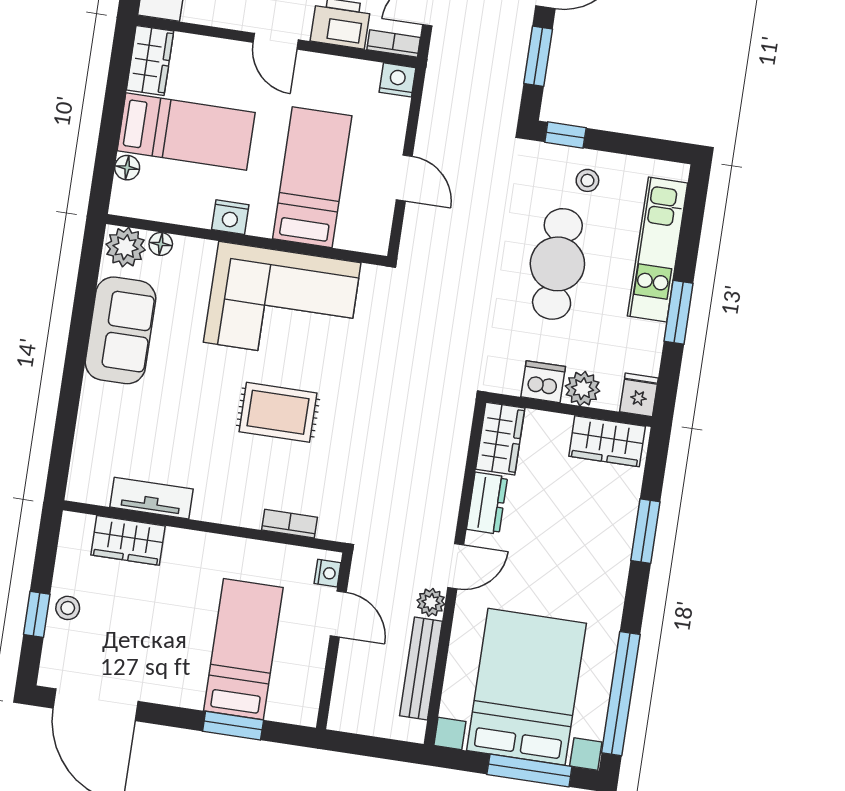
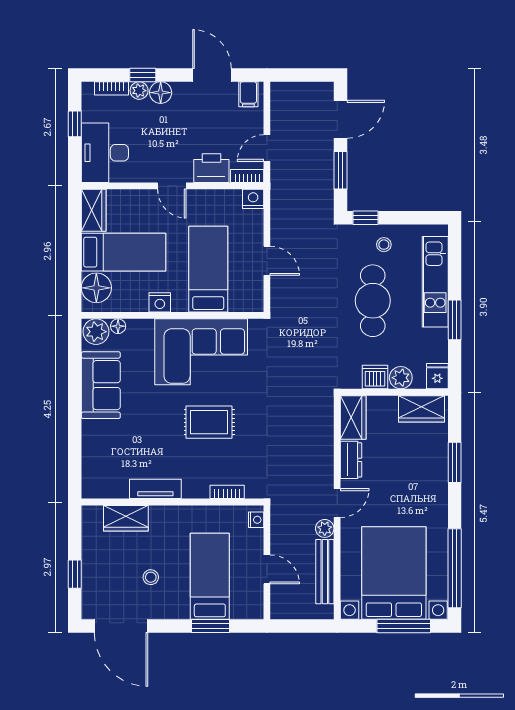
floor lamp: (127, 168) -> (96, 288), width x1.89, depth x1.89
tv unit: (151, 498) -> (155, 489), moved
stool: (68, 608) -> (151, 577), moved
door: (338, 614) -> (267, 569), moved

